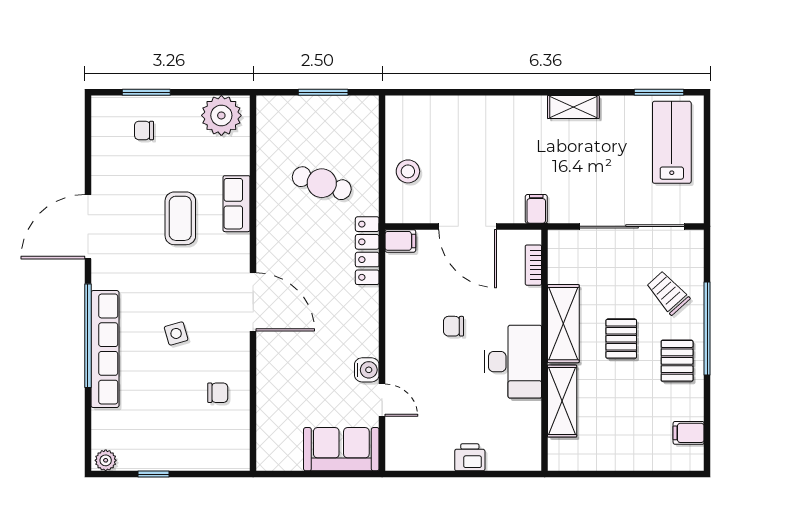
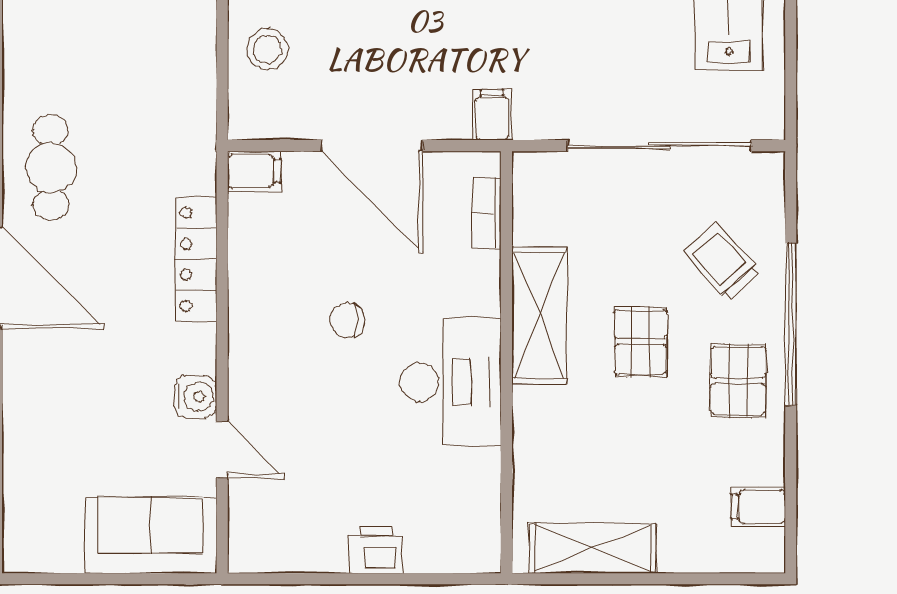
cafe table: (322, 183) -> (51, 168), moved, turned 72
locker: (367, 251) -> (196, 259), moved
shelving: (562, 401) -> (592, 548), moved, turned 90

